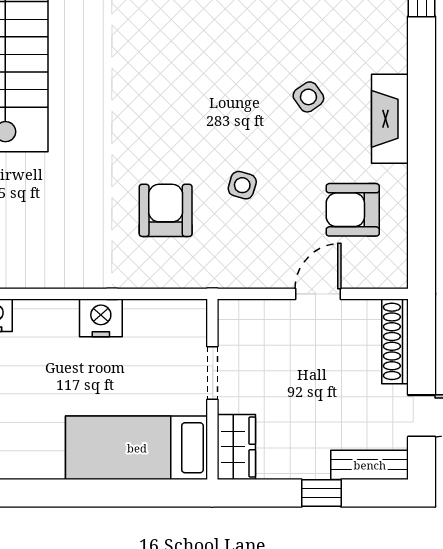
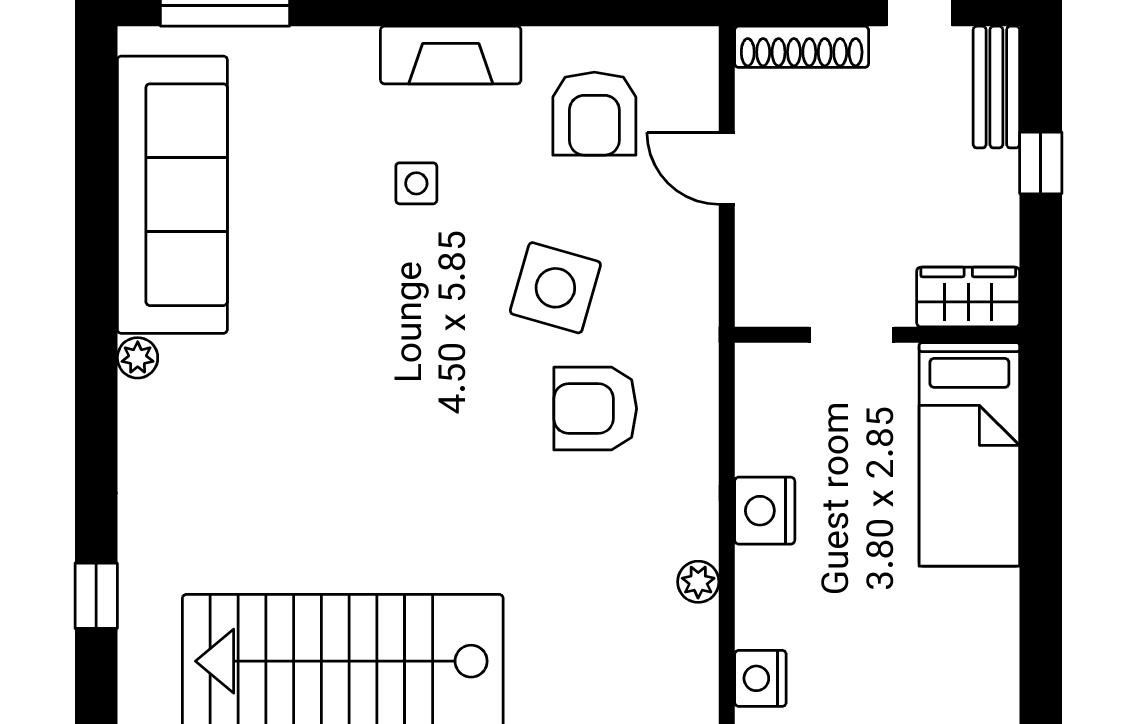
side table: (308, 97) -> (416, 183), turned 35
side table: (242, 185) -> (555, 288), width x1.87, depth x1.87
plant: (56, 276) -> (698, 582), added

